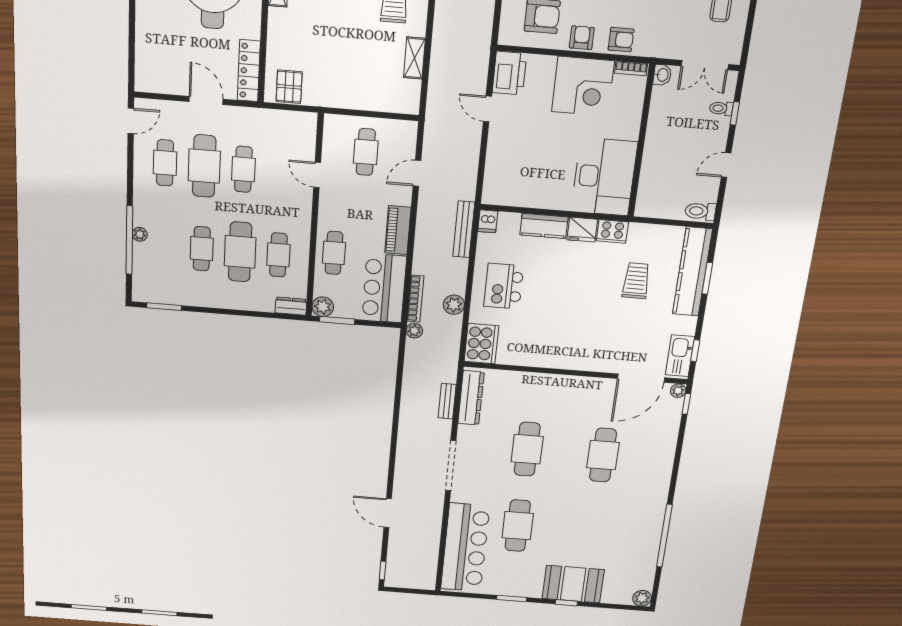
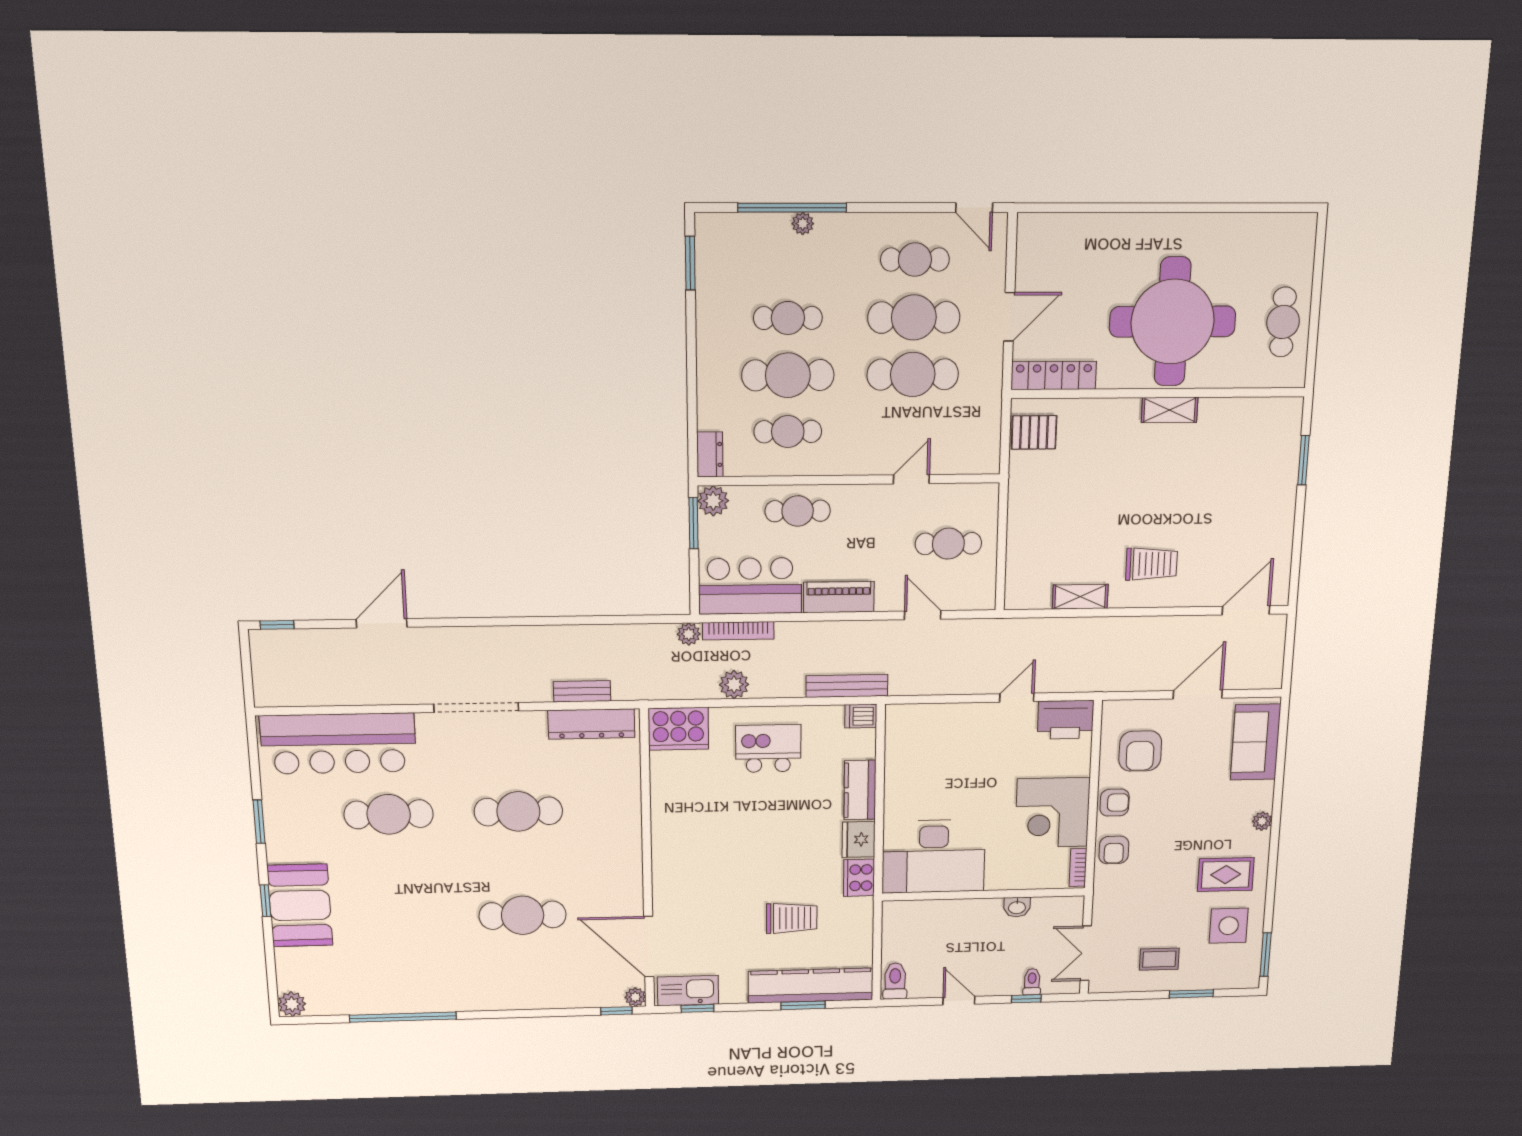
washbasin: (662, 75) -> (1017, 907), moved
cafe table: (243, 169) -> (913, 374), width x1.37, depth x1.35

